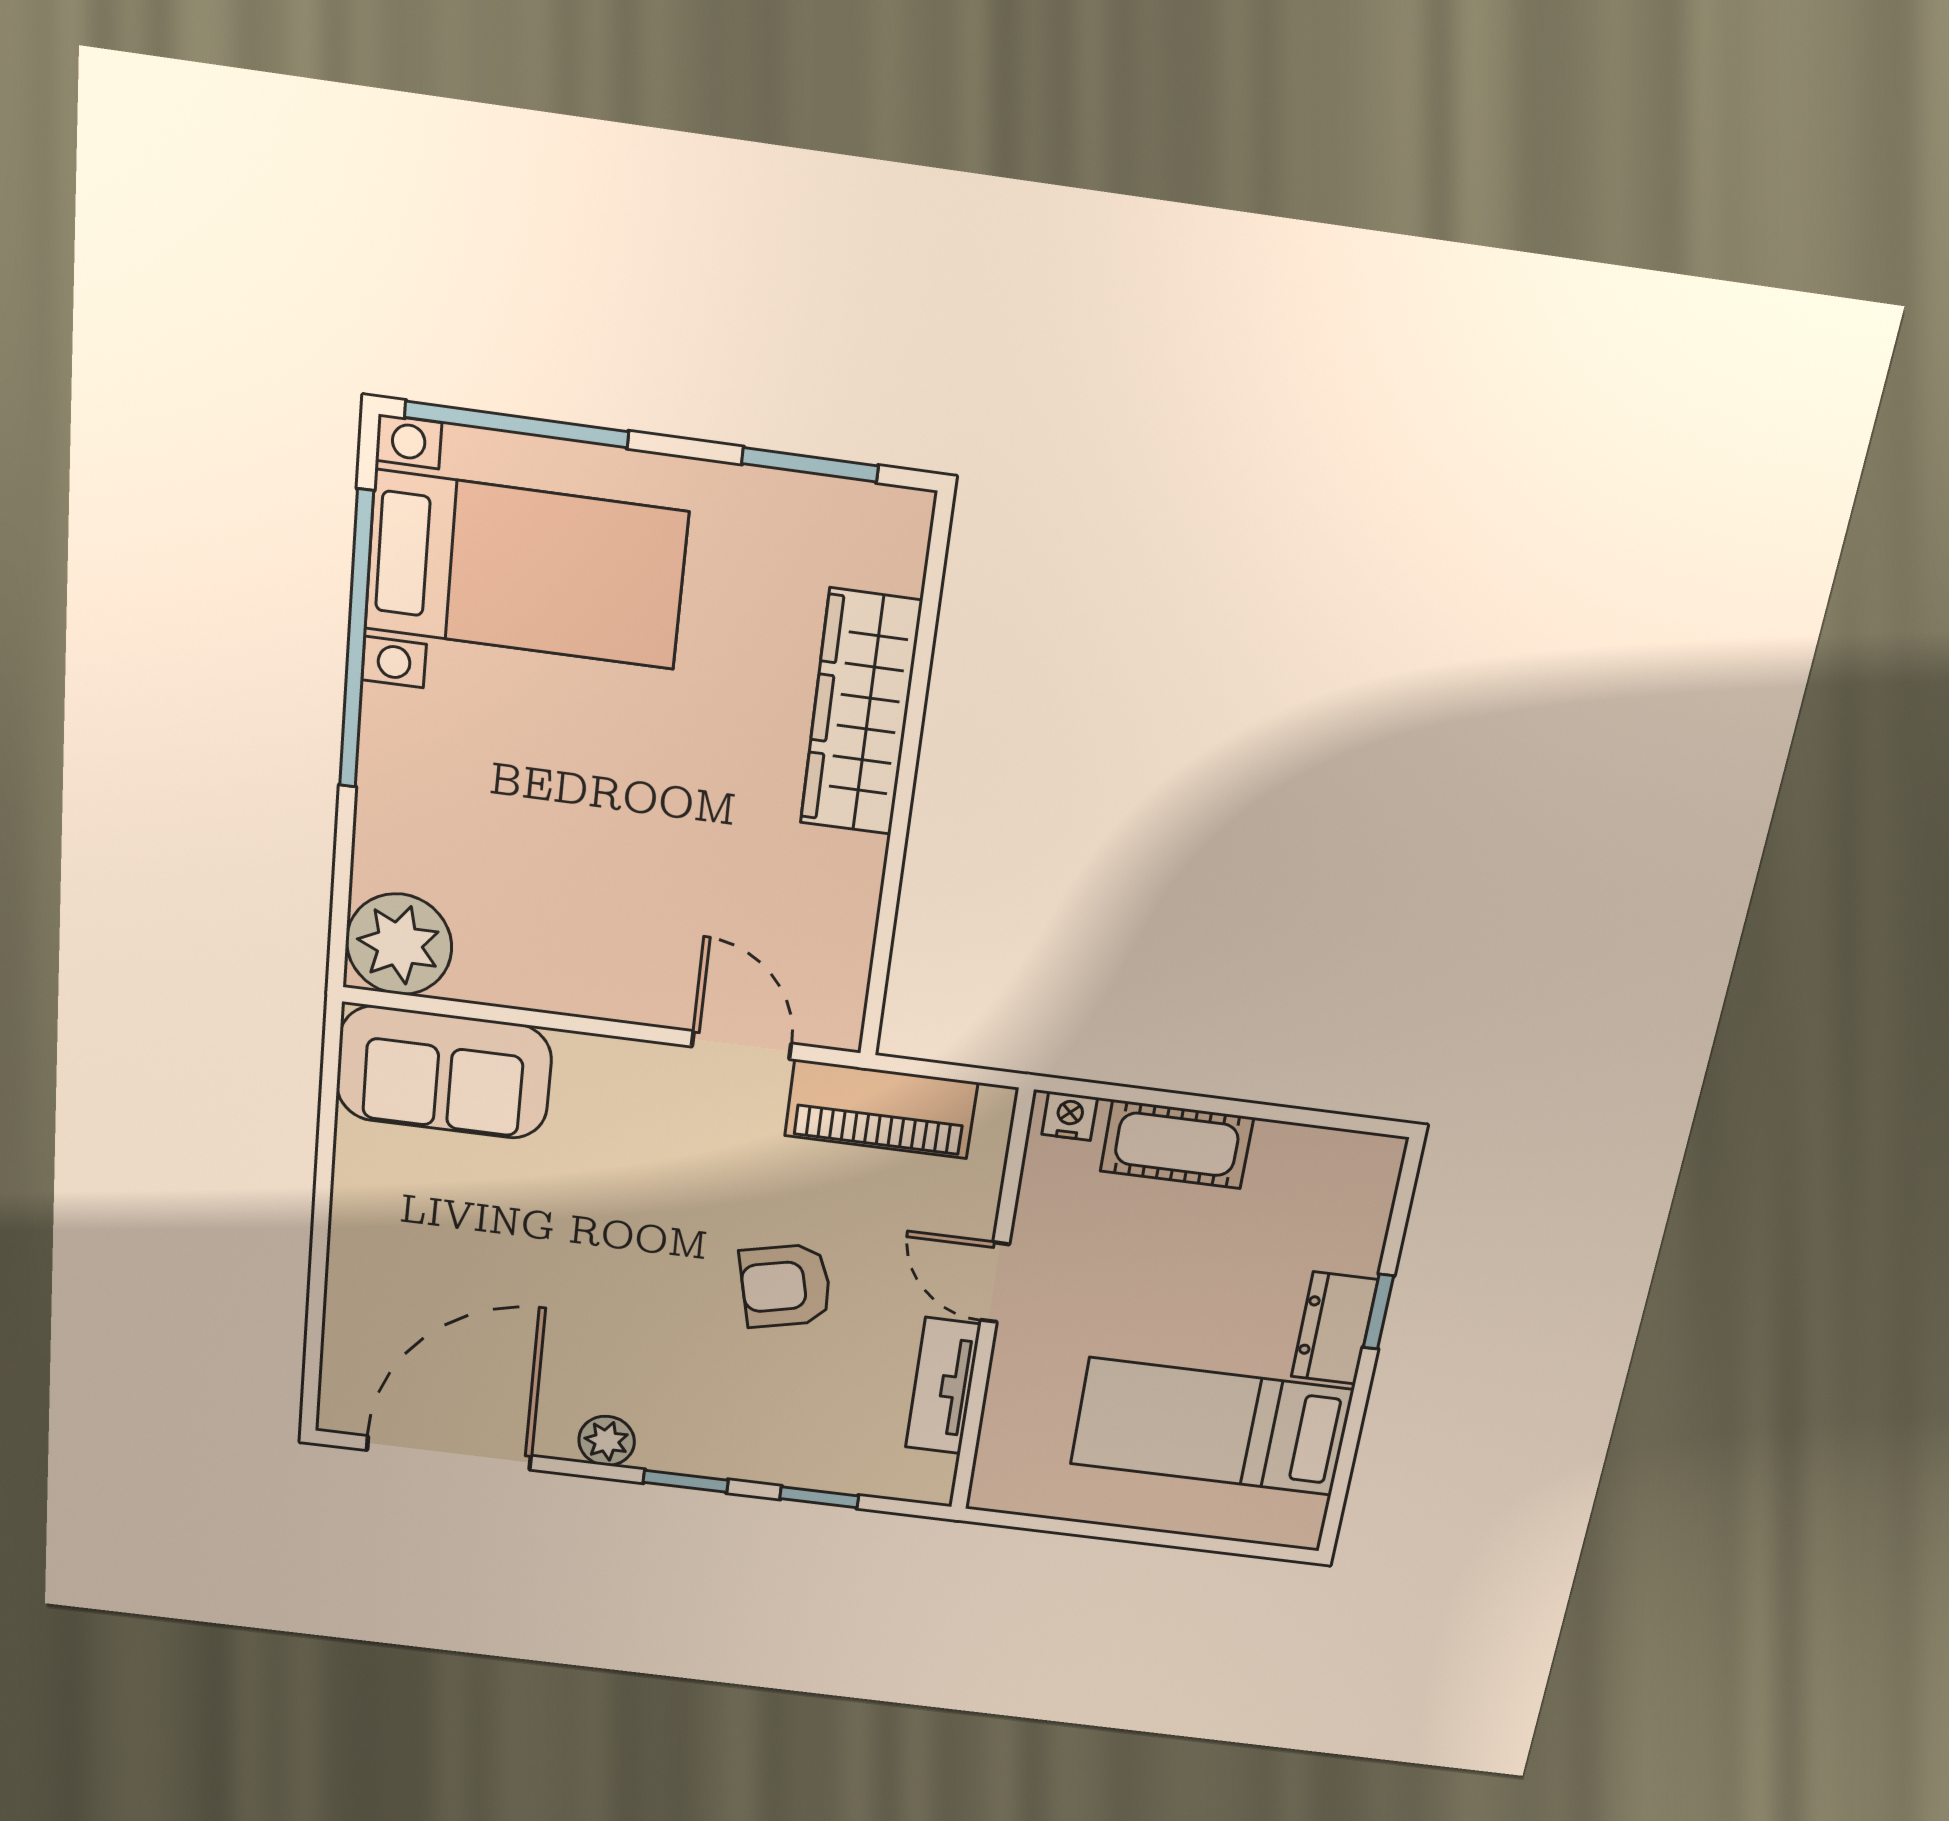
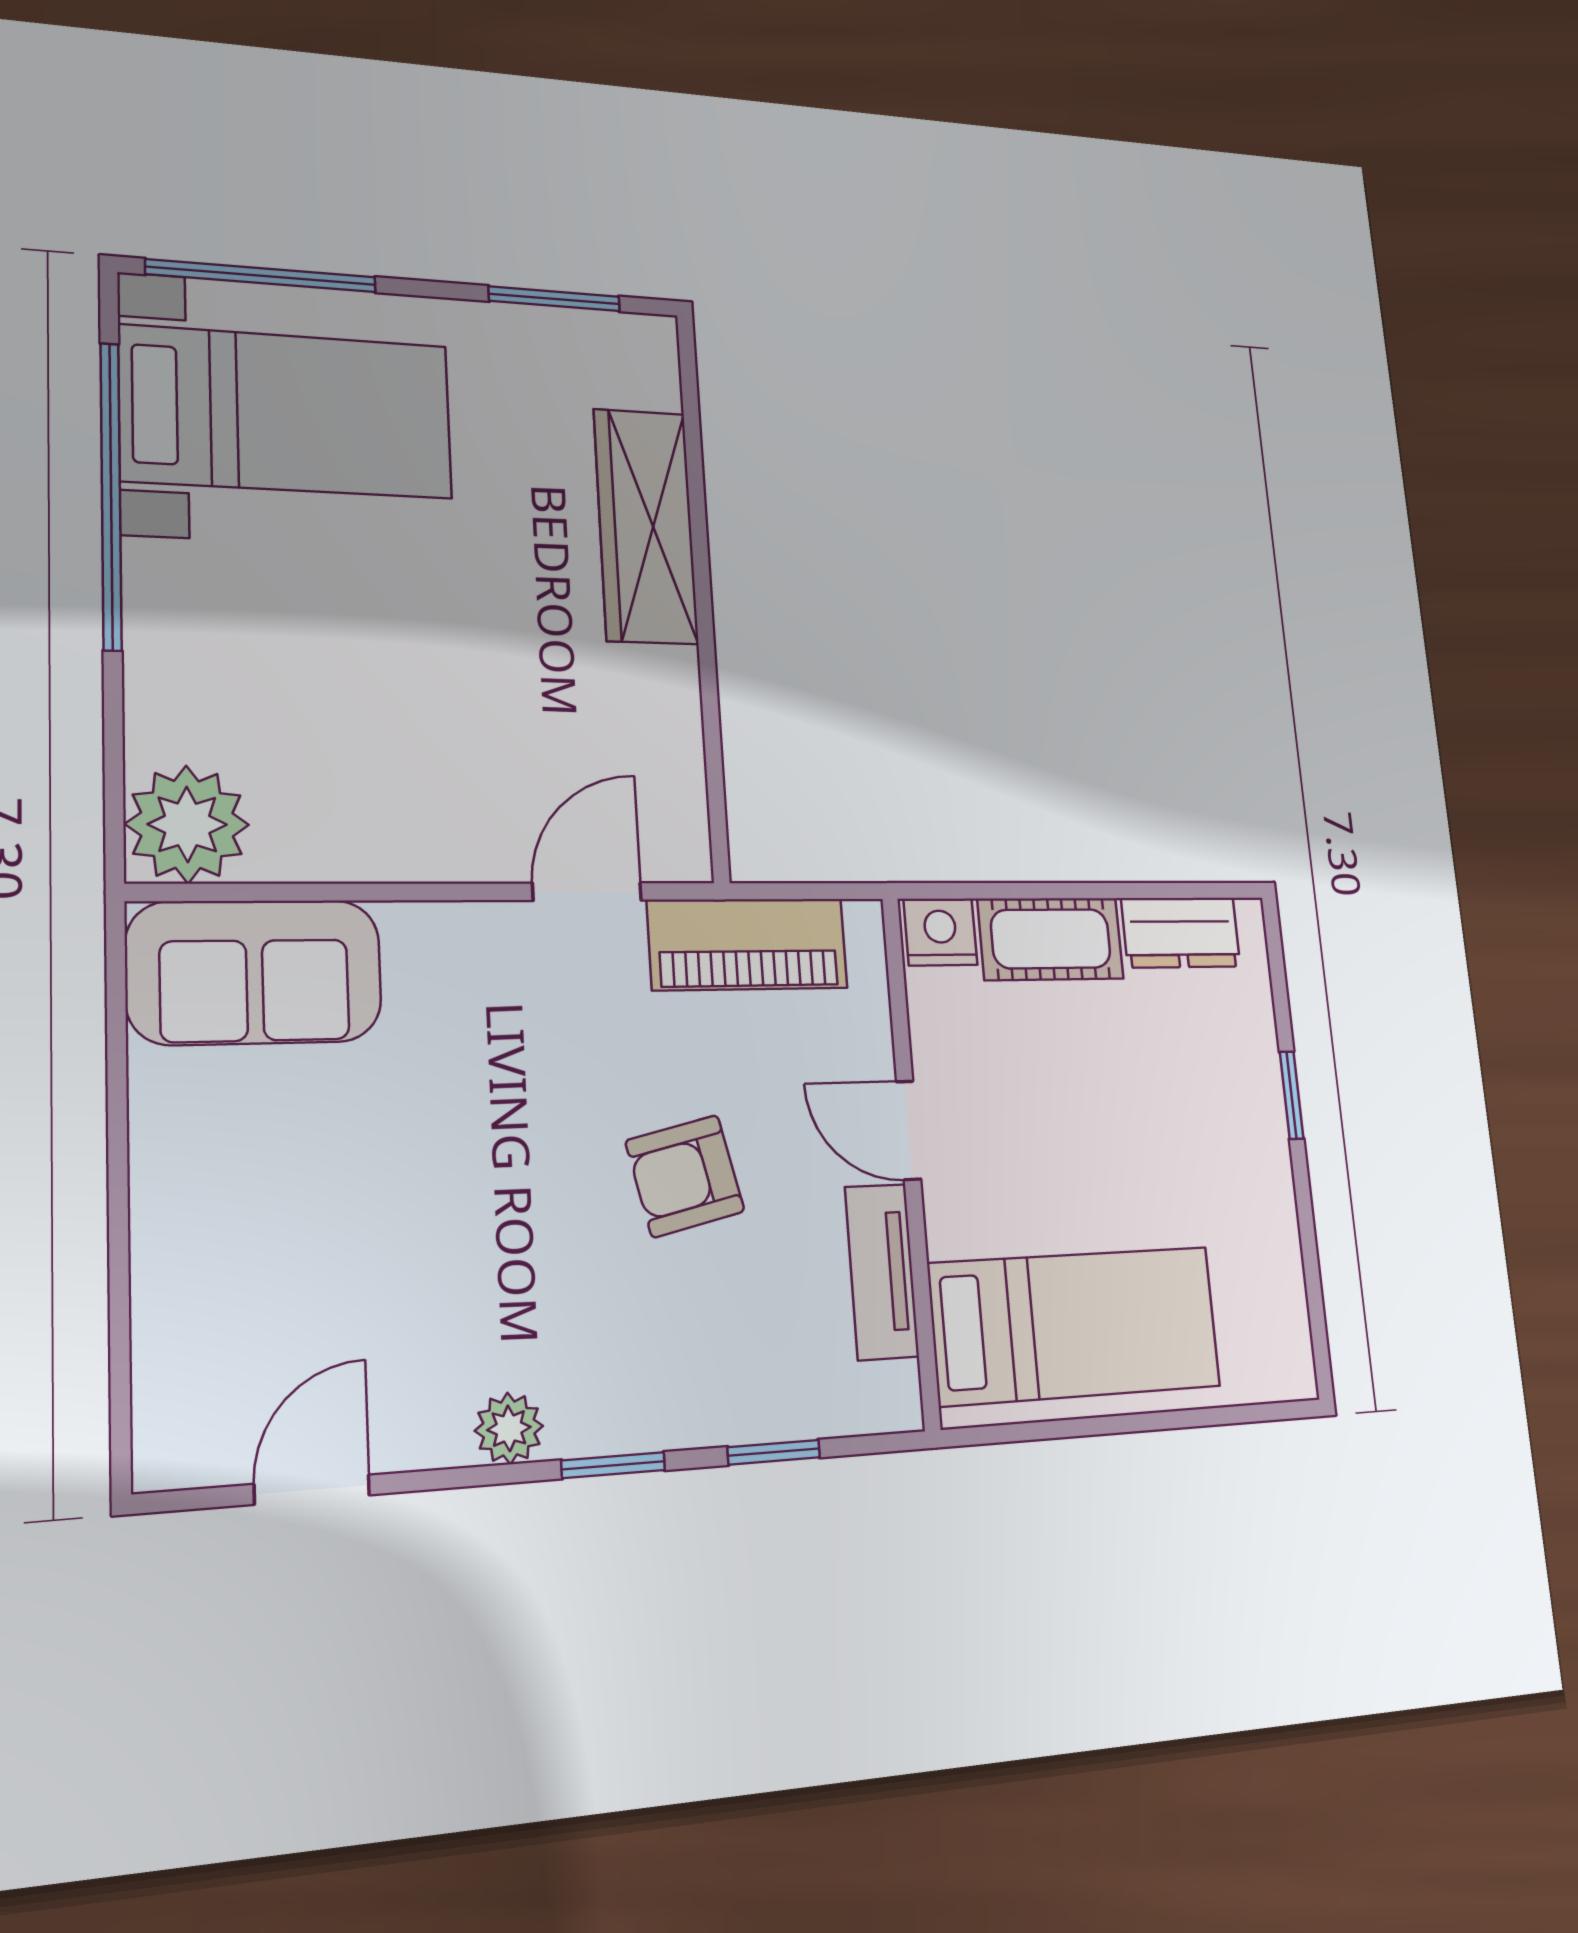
door: (742, 1045) -> (587, 892), hinge flipped
nightstand: (1070, 1116) -> (940, 932), width x1.39, depth x1.35
dresser: (1335, 1328) -> (1181, 932), moved, turned -90
bed: (1212, 1427) -> (1075, 1325), moved, turned 180
door: (449, 1453) -> (312, 1490), width x0.53

